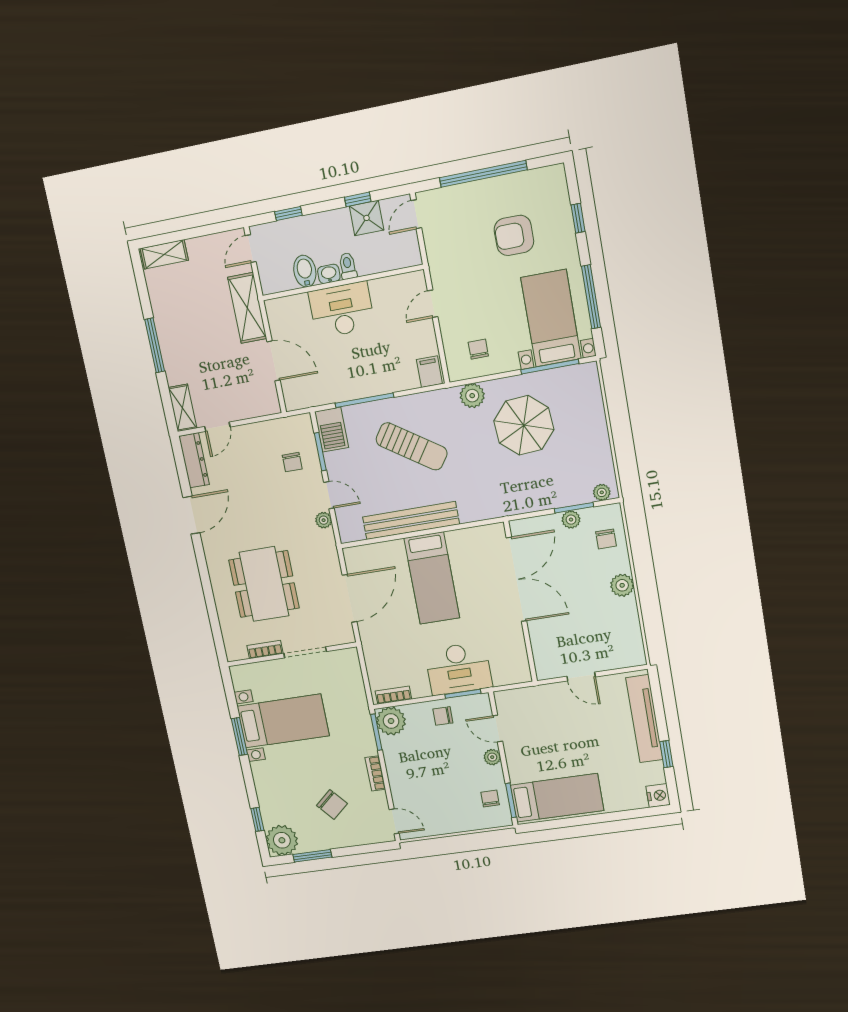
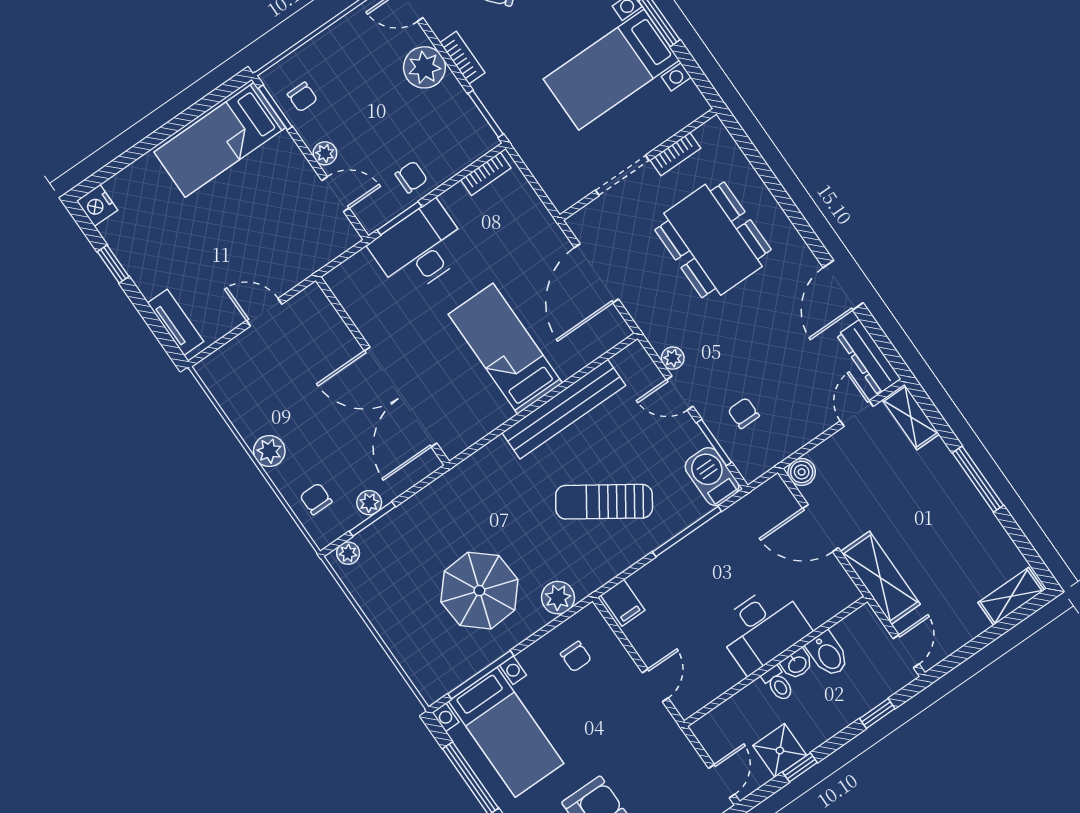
boiler: (270, 405) -> (802, 472), added
tv unit: (644, 719) -> (176, 322), width x0.52, depth x0.78
plant: (391, 721) -> (424, 67), moved

